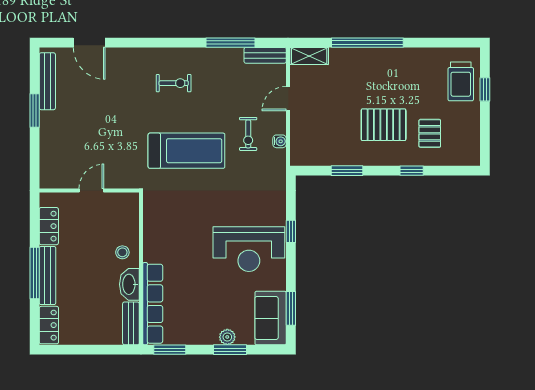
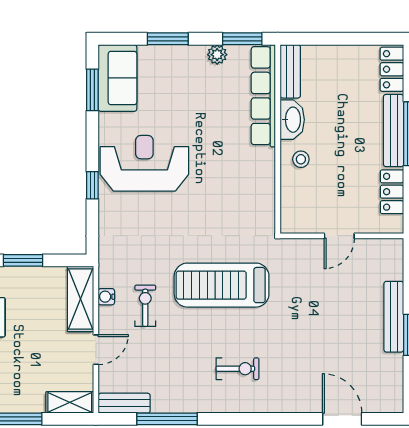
bench: (47, 81) -> (394, 317), moved
exercise bike: (174, 83) -> (237, 369), turned 180
shelving: (301, 140) -> (80, 299), added
plant: (227, 337) -> (217, 55), moved

